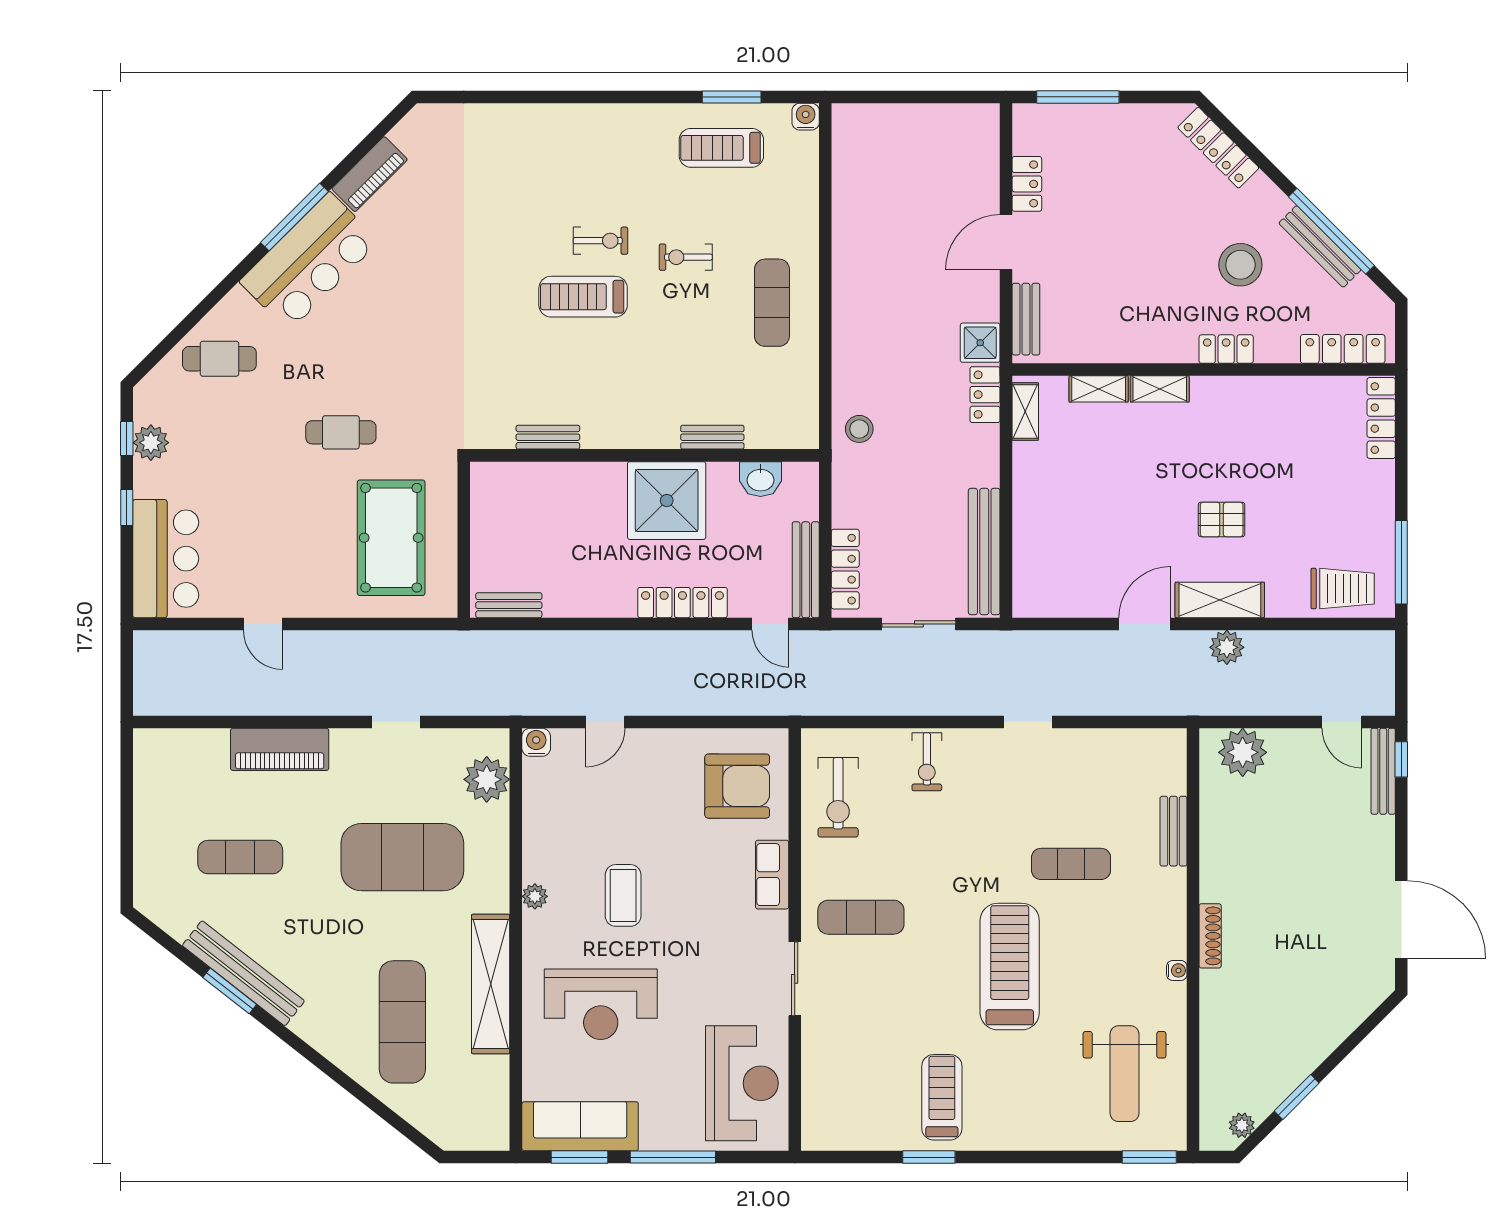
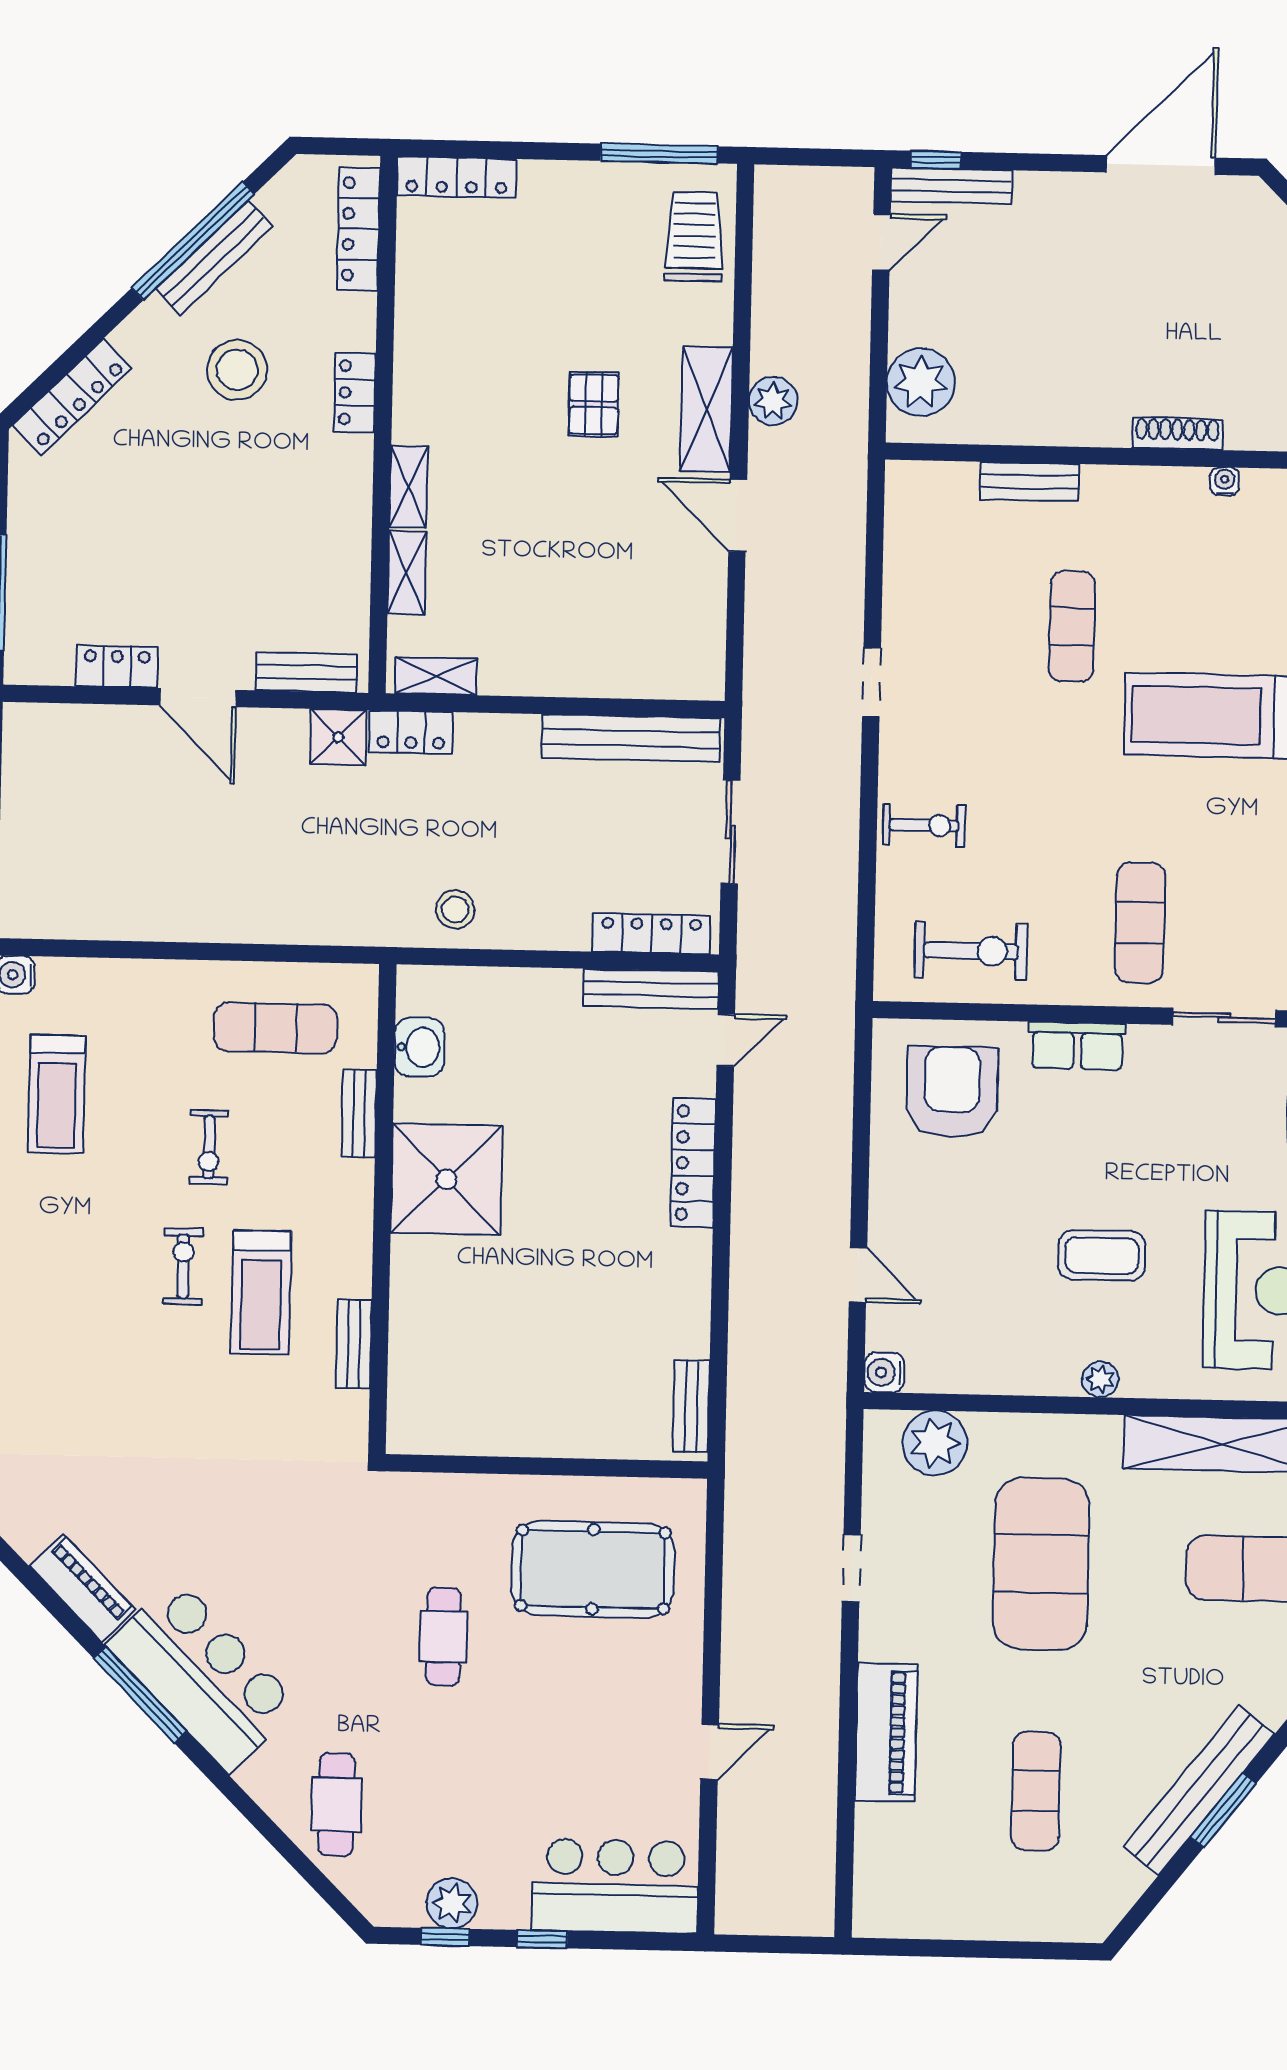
bench: (548, 437) -> (354, 1344), moved
bench: (712, 437) -> (359, 1113), moved
wall: (645, 455) -> (382, 1209), moved
washbasin: (760, 479) -> (419, 1047), moved
shower: (667, 501) -> (446, 1179), moved

